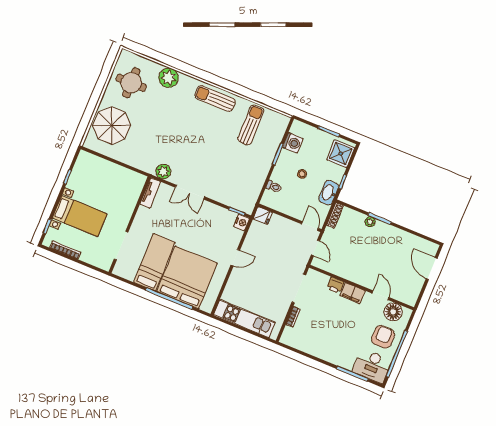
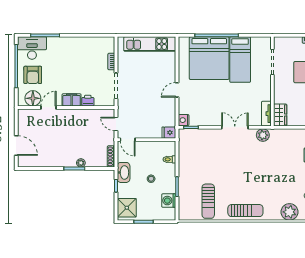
wardrobe: (136, 186) -> (280, 115), added
door: (380, 295) -> (48, 107), swing flipped

